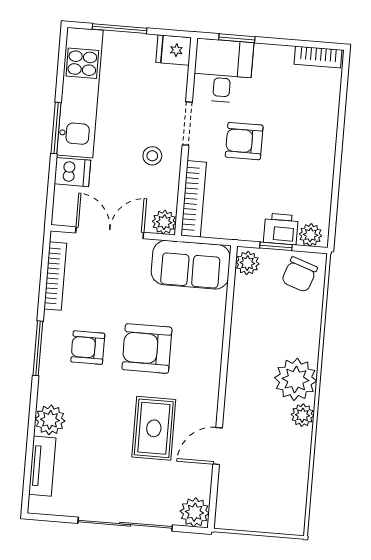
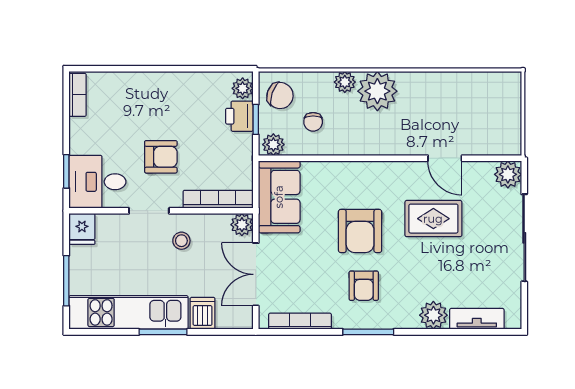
armchair: (244, 141) -> (161, 157), turned -90
chair: (268, 308) -> (313, 122), added
plant: (303, 415) -> (345, 82), moved

